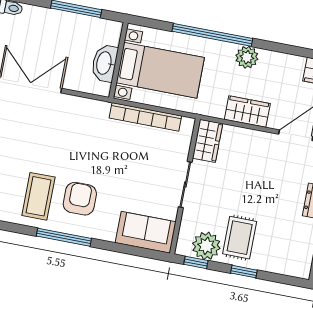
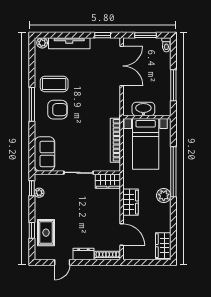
rug: (240, 238) -> (46, 233), moved, turned 90
plant: (206, 246) -> (39, 193), width x0.53, depth x0.53
window: (244, 272) -> (32, 230), moved

